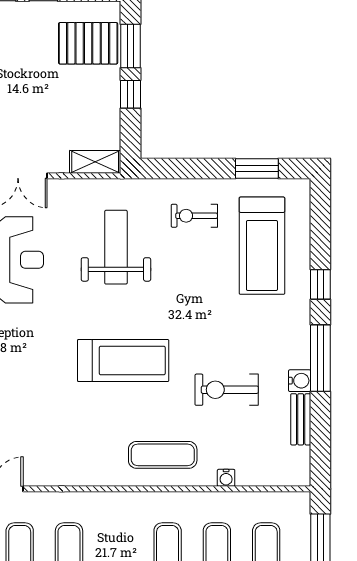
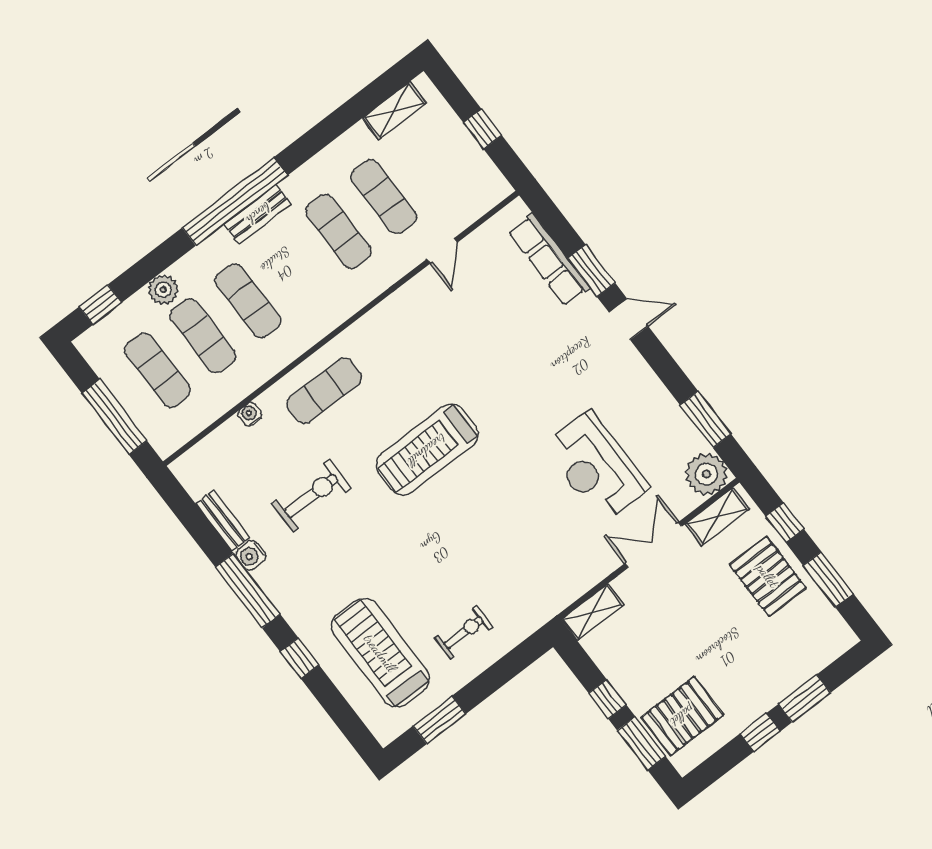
weight bench: (116, 247) -> (513, 549), removed

